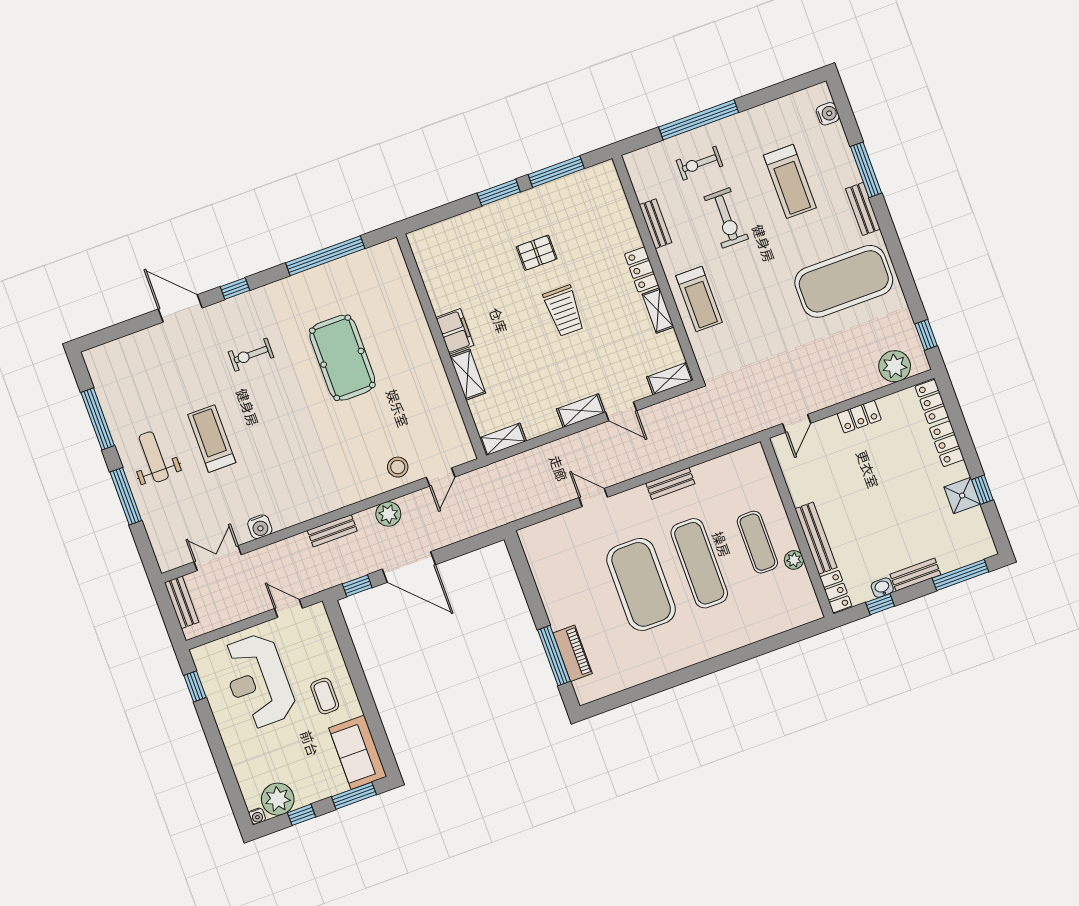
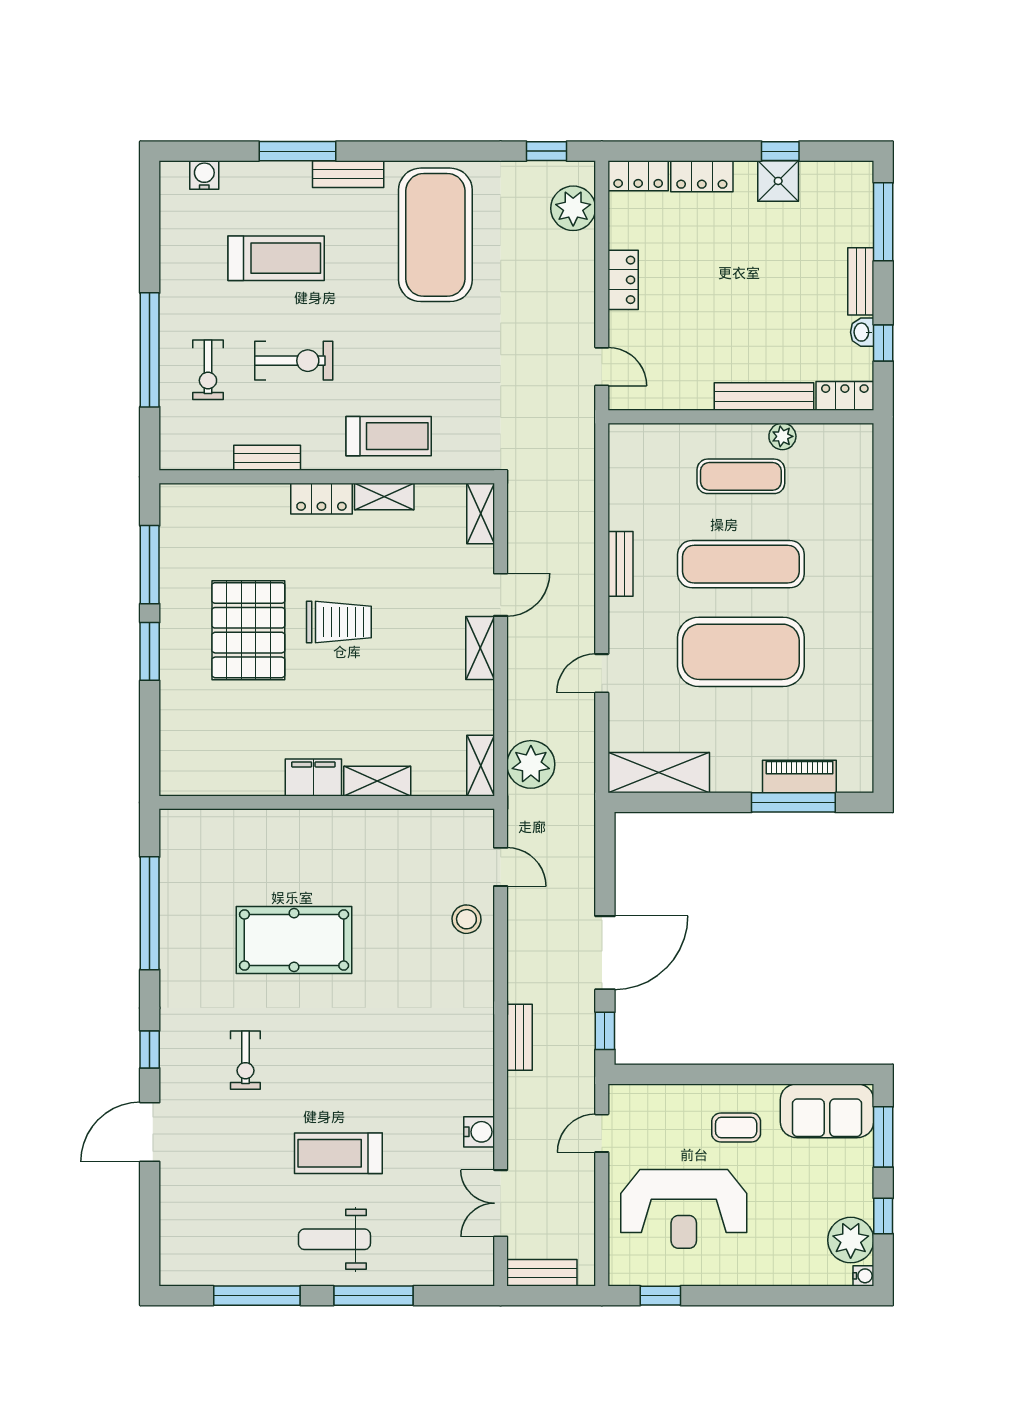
pallet: (537, 253) -> (248, 630), width x2.05, depth x2.00
plant: (388, 514) -> (531, 764), moved, width x1.36, depth x1.36
shelving: (541, 559) -> (659, 773), added

